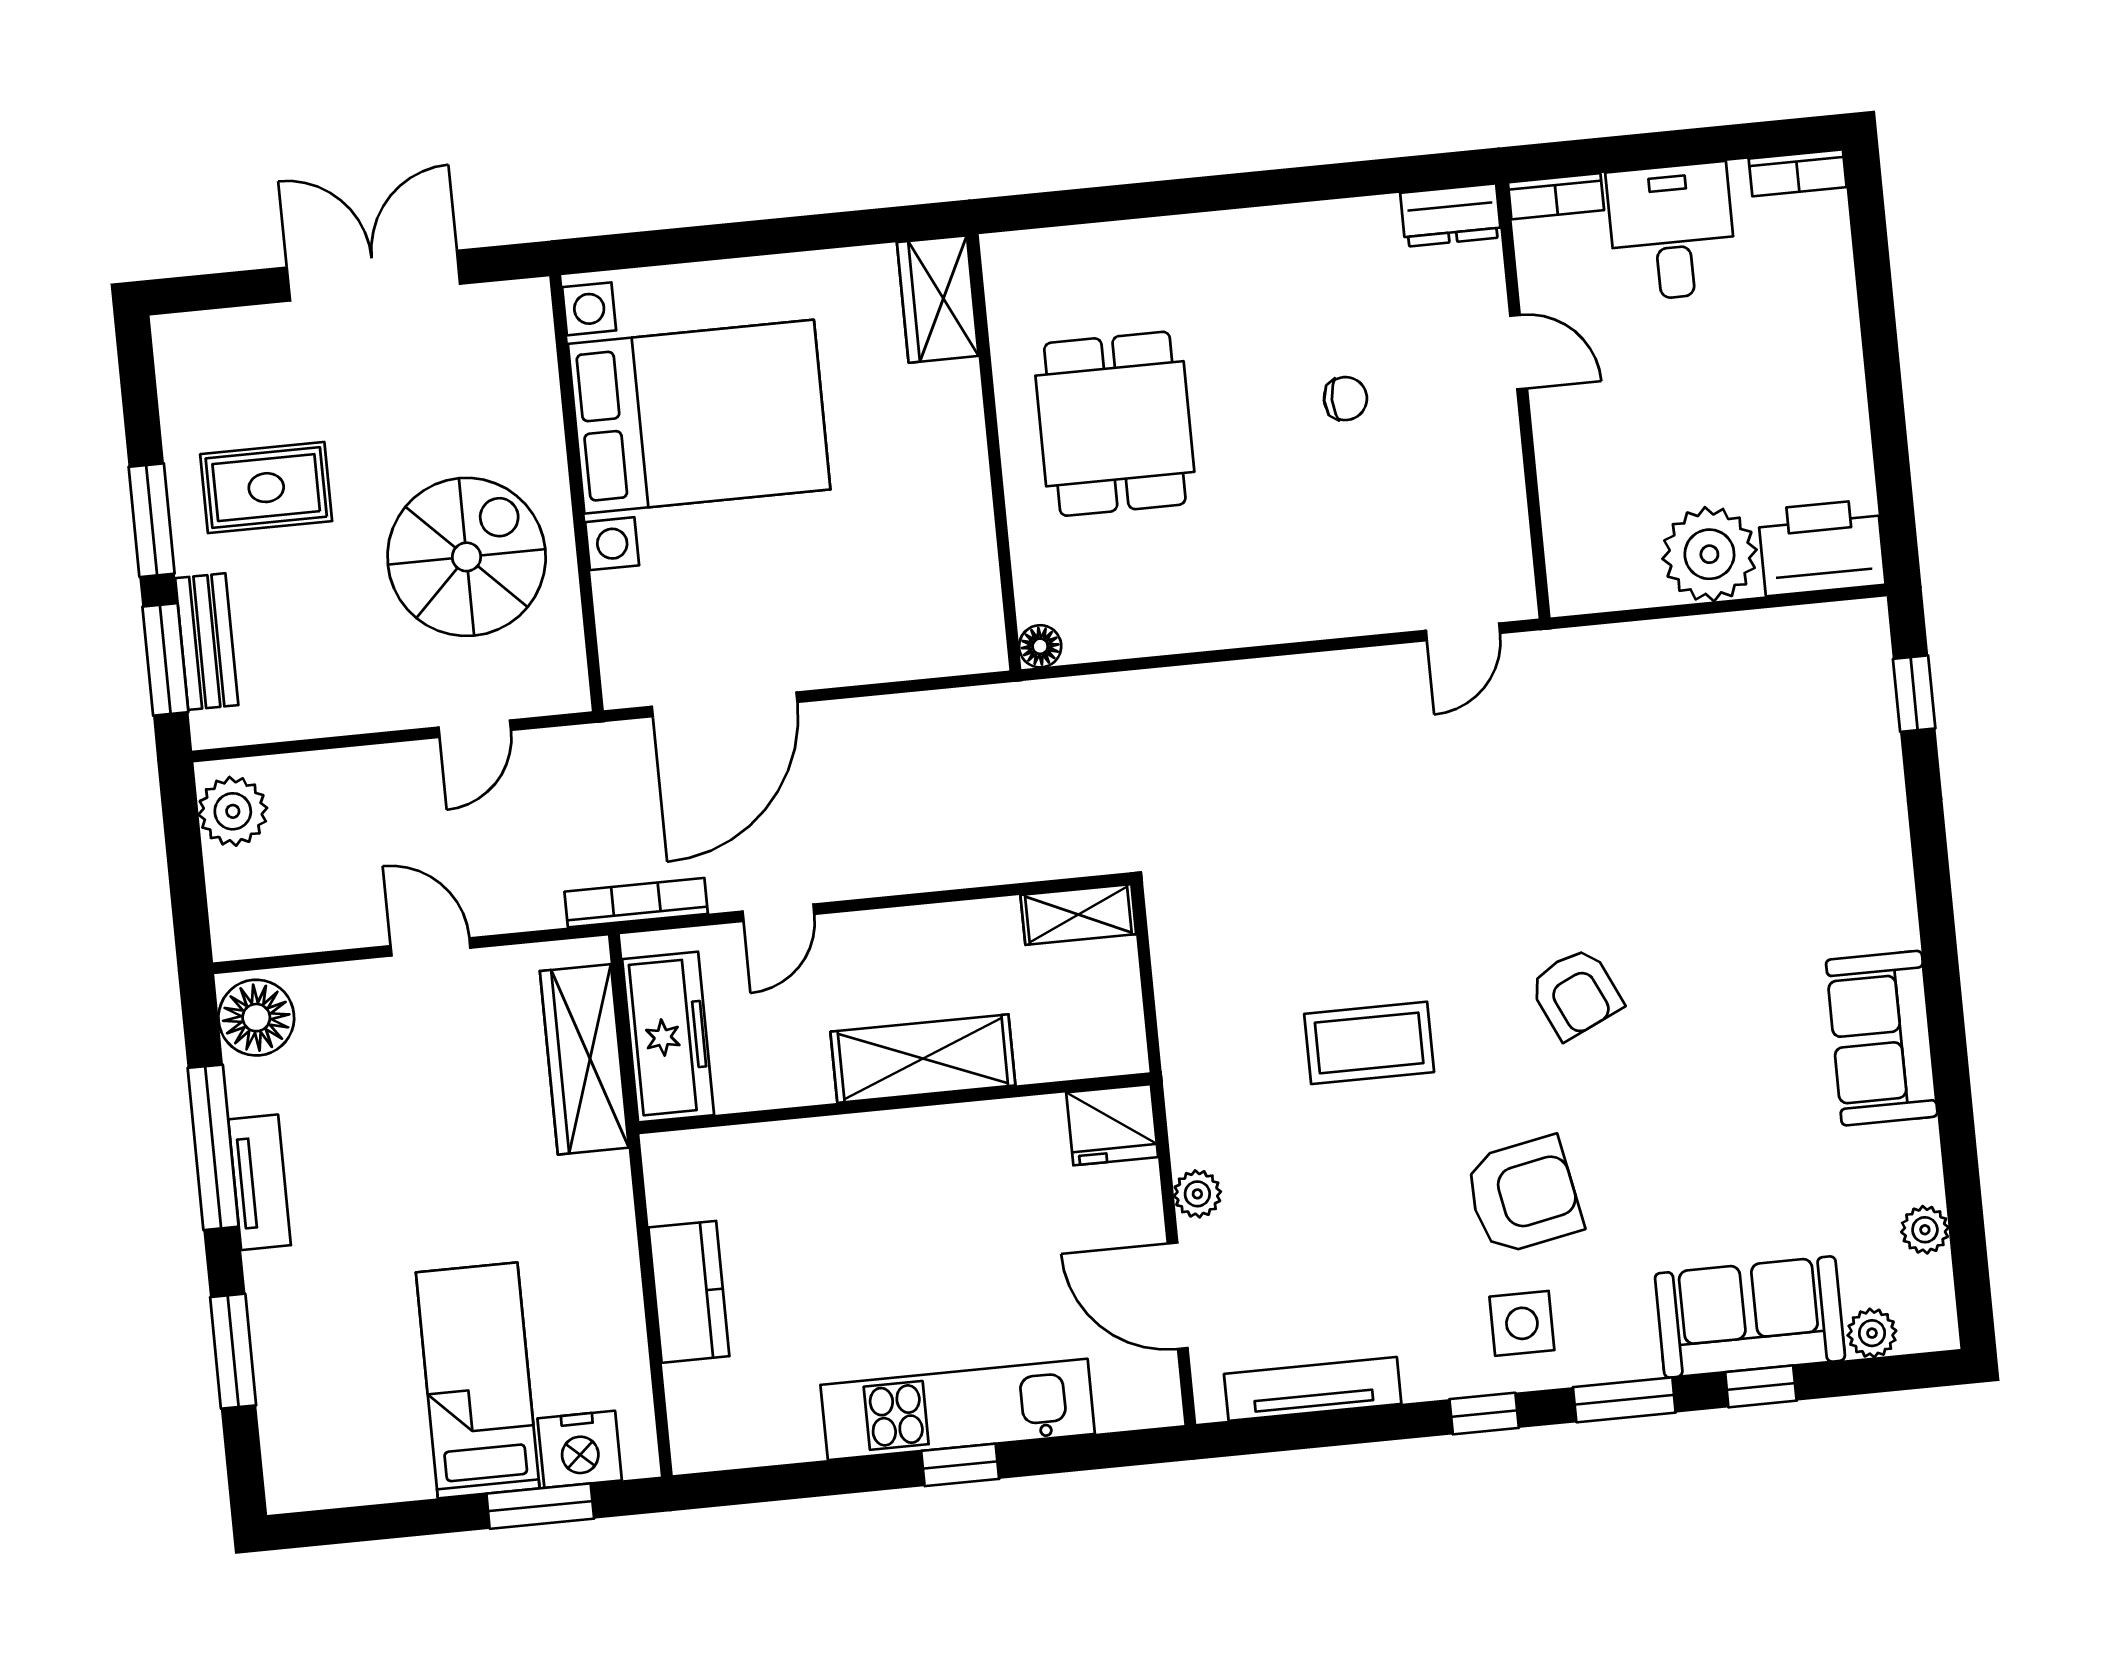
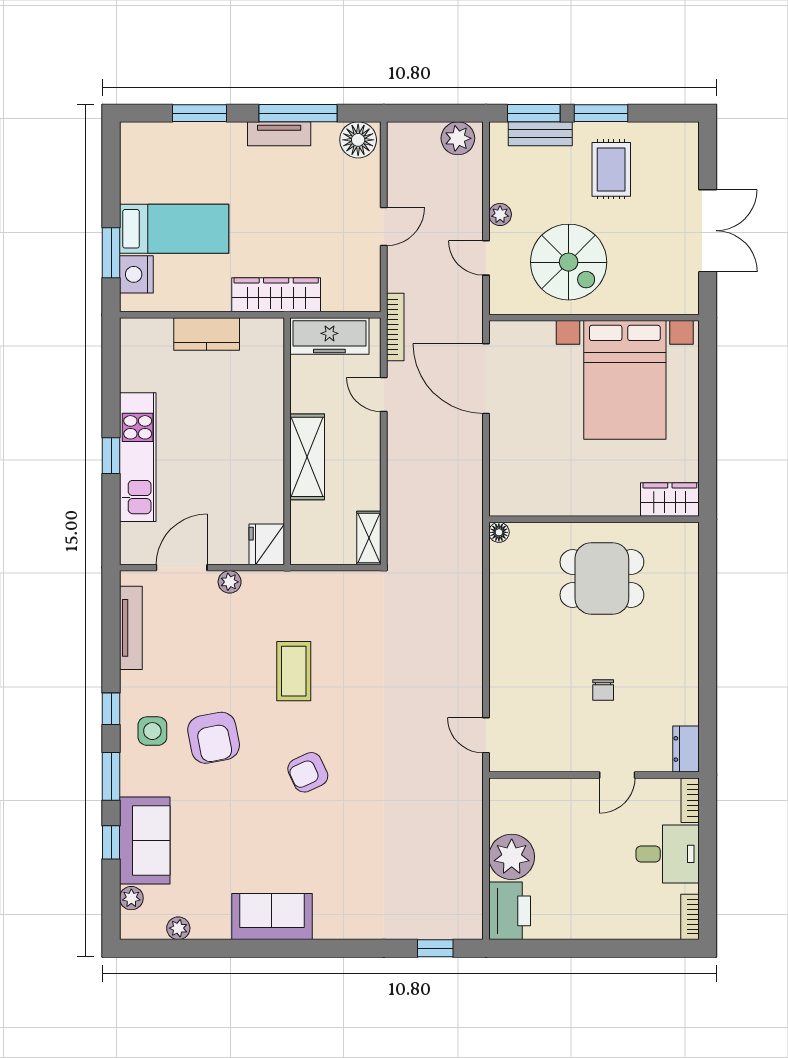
plant: (382, 709) -> (500, 214), added
wardrobe: (584, 1059) -> (276, 295), moved

